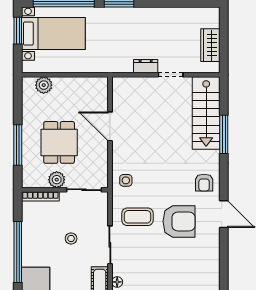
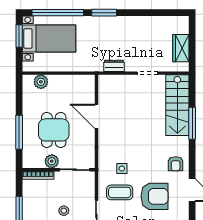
dresser: (146, 66) -> (114, 66), moved
side table: (126, 180) -> (122, 169), moved

